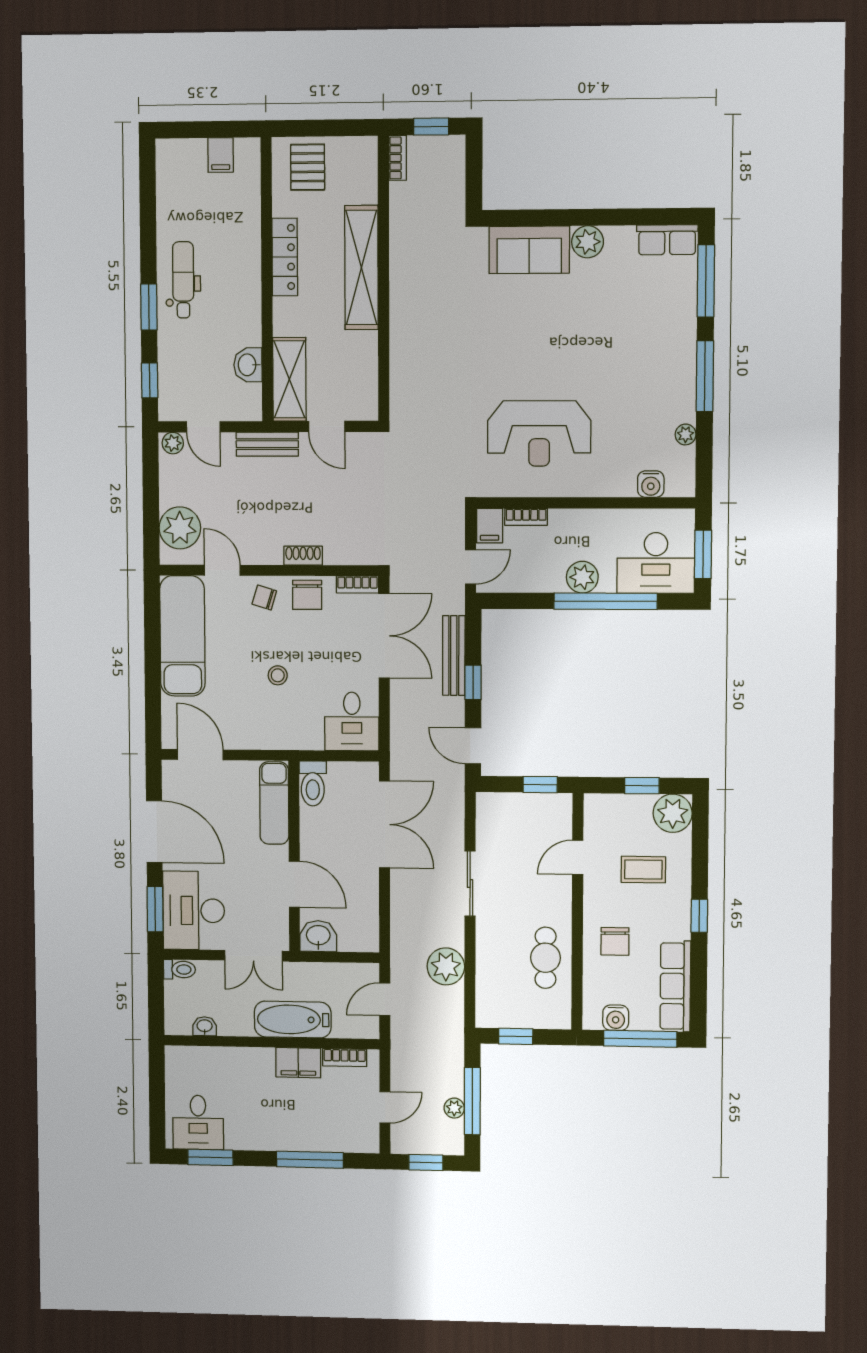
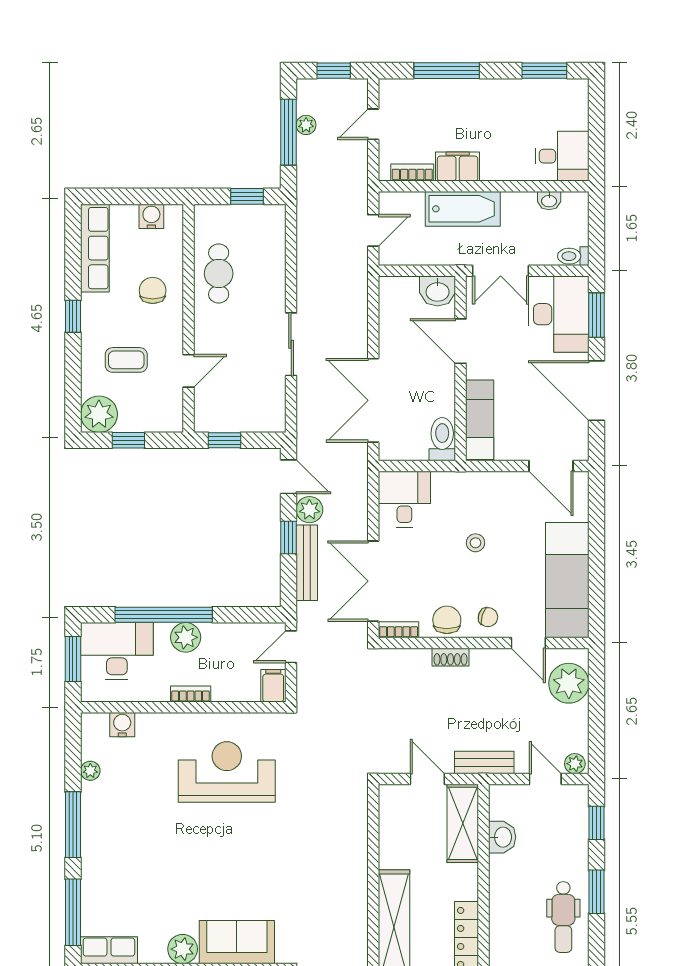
bookcase: (526, 517) -> (191, 694), moved
double door: (254, 956) -> (501, 271), swing flipped
plant: (446, 966) -> (309, 510), moved, width x0.73, depth x0.73
window: (640, 1039) -> (128, 196), removed
desk: (198, 1122) -> (562, 156), moved, turned 90

